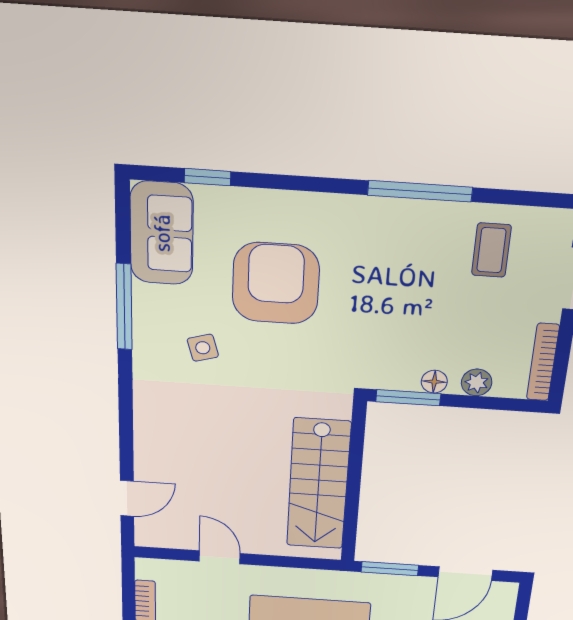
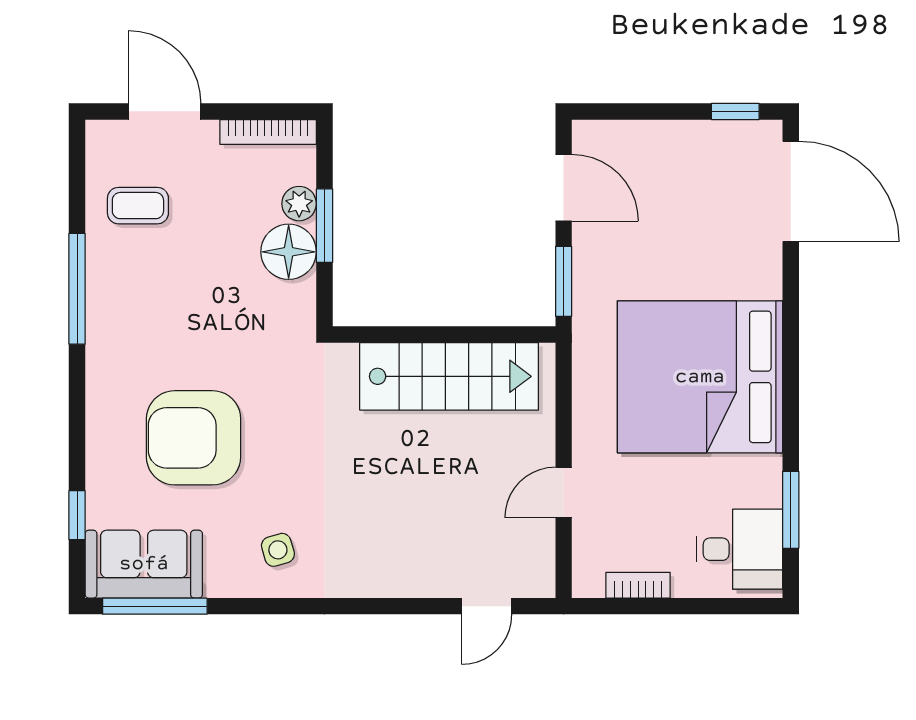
window: (124, 307) -> (155, 606), moved
side table: (203, 348) -> (278, 550), moved
floor lamp: (434, 382) -> (289, 252), width x1.89, depth x1.89
window: (408, 398) -> (324, 226), moved
door: (127, 498) -> (487, 606), swing flipped

